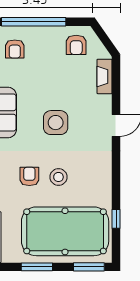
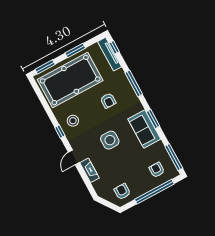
fireplace: (105, 76) -> (90, 170), moved
stool: (58, 177) -> (73, 121), moved
window: (116, 219) -> (60, 132), moved

